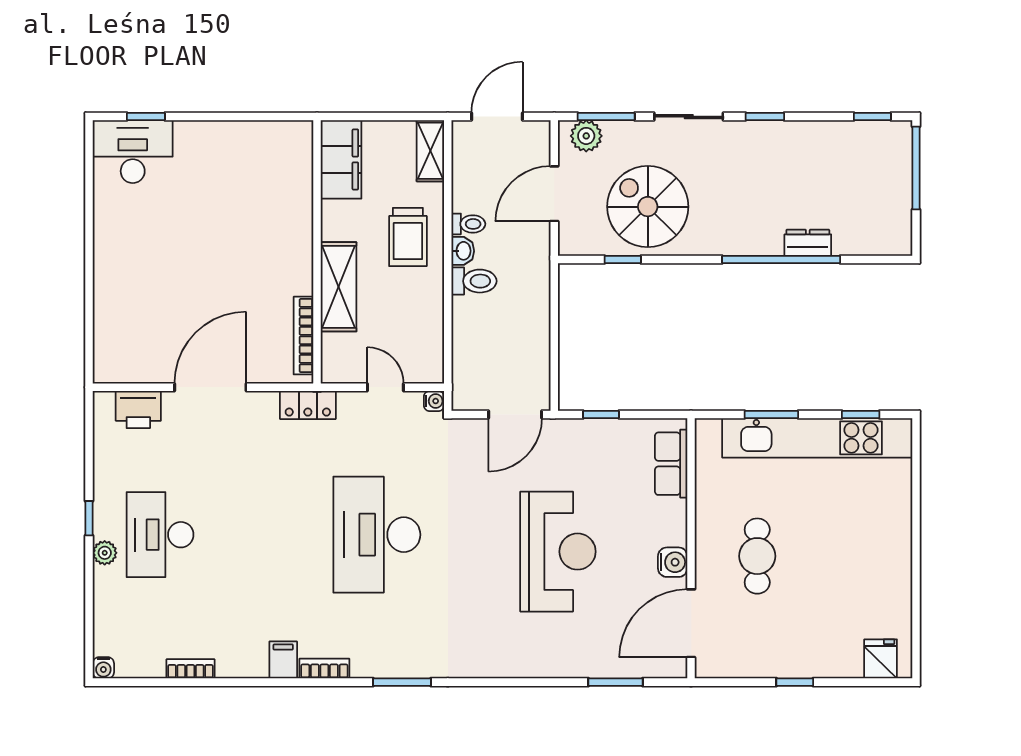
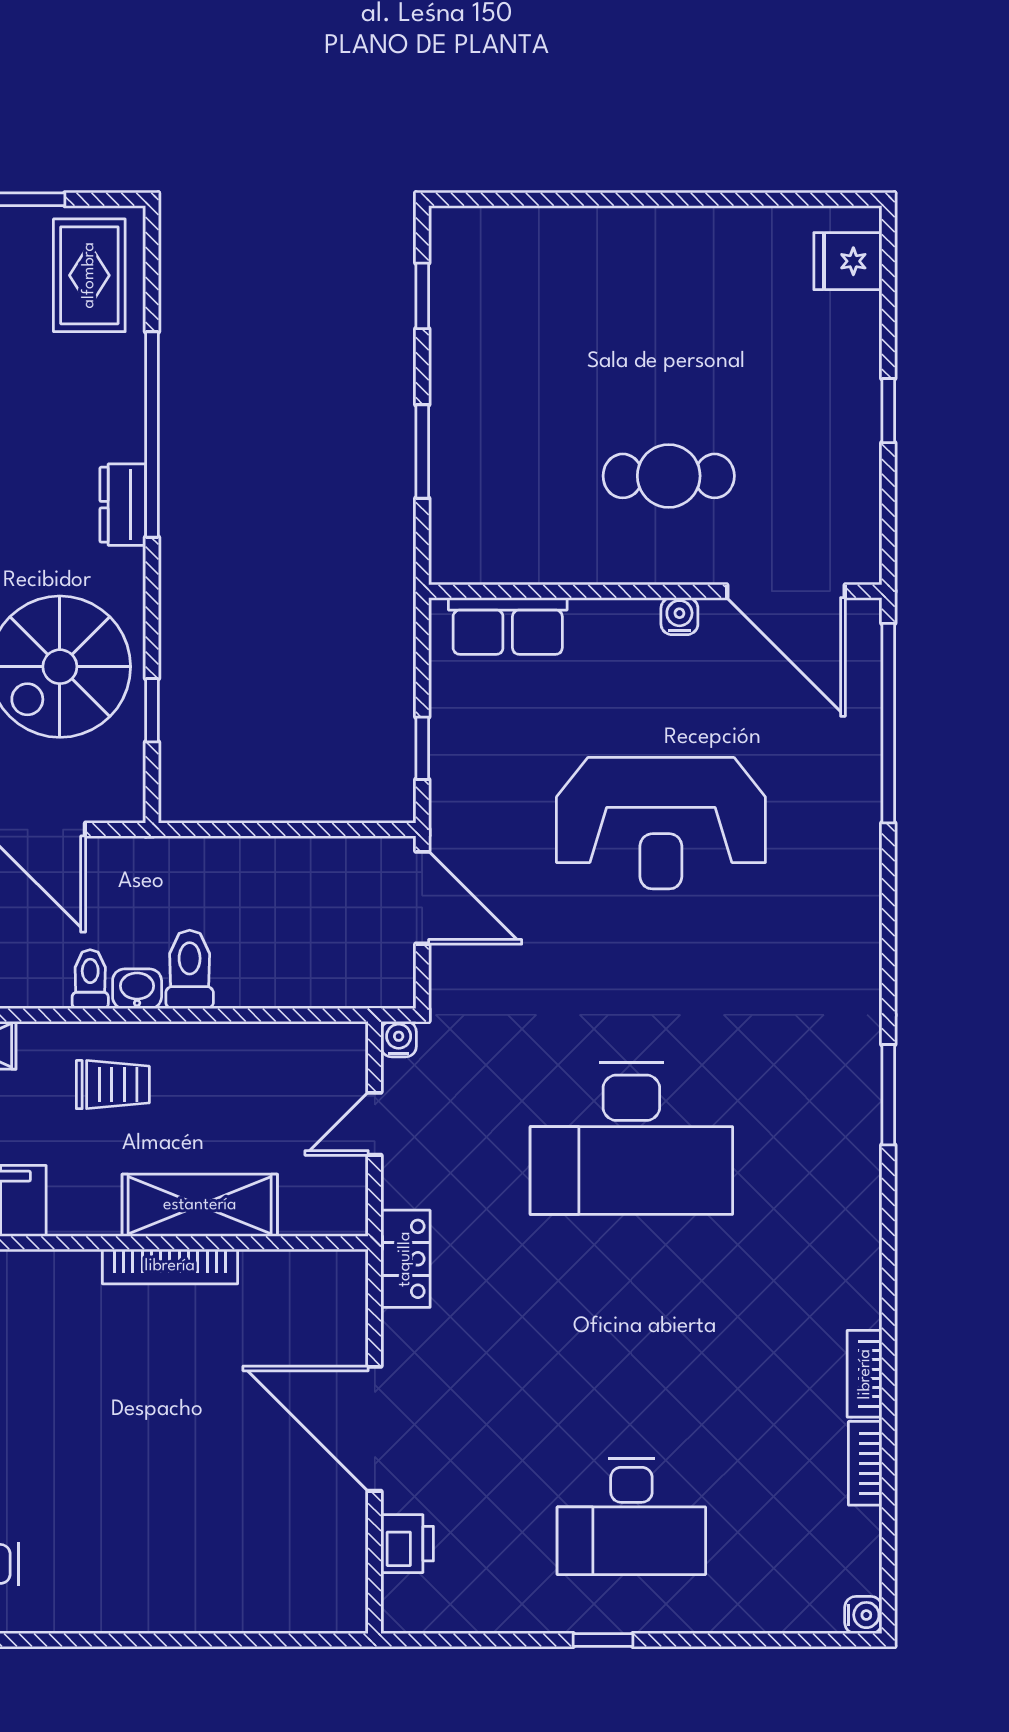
rug: (872, 223) -> (89, 275), added
trolley: (408, 237) -> (113, 1085), width x0.73, depth x0.72
dresser: (808, 243) -> (123, 505), moved
bookcase: (303, 336) -> (170, 1266), moved
printer: (138, 410) -> (407, 1544), width x0.73, depth x0.81
kitchen unit: (817, 438) -> (463, 371), removed
reception desk: (558, 552) -> (661, 823), turned 180
plant: (105, 553) -> (663, 1613), removed
water cooler: (673, 562) -> (679, 616), width x0.72, depth x0.72
filing cabinet: (283, 660) -> (850, 1302), removed
bookcase: (324, 668) -> (865, 1374), moved
window: (615, 682) -> (888, 723), width x2.11

